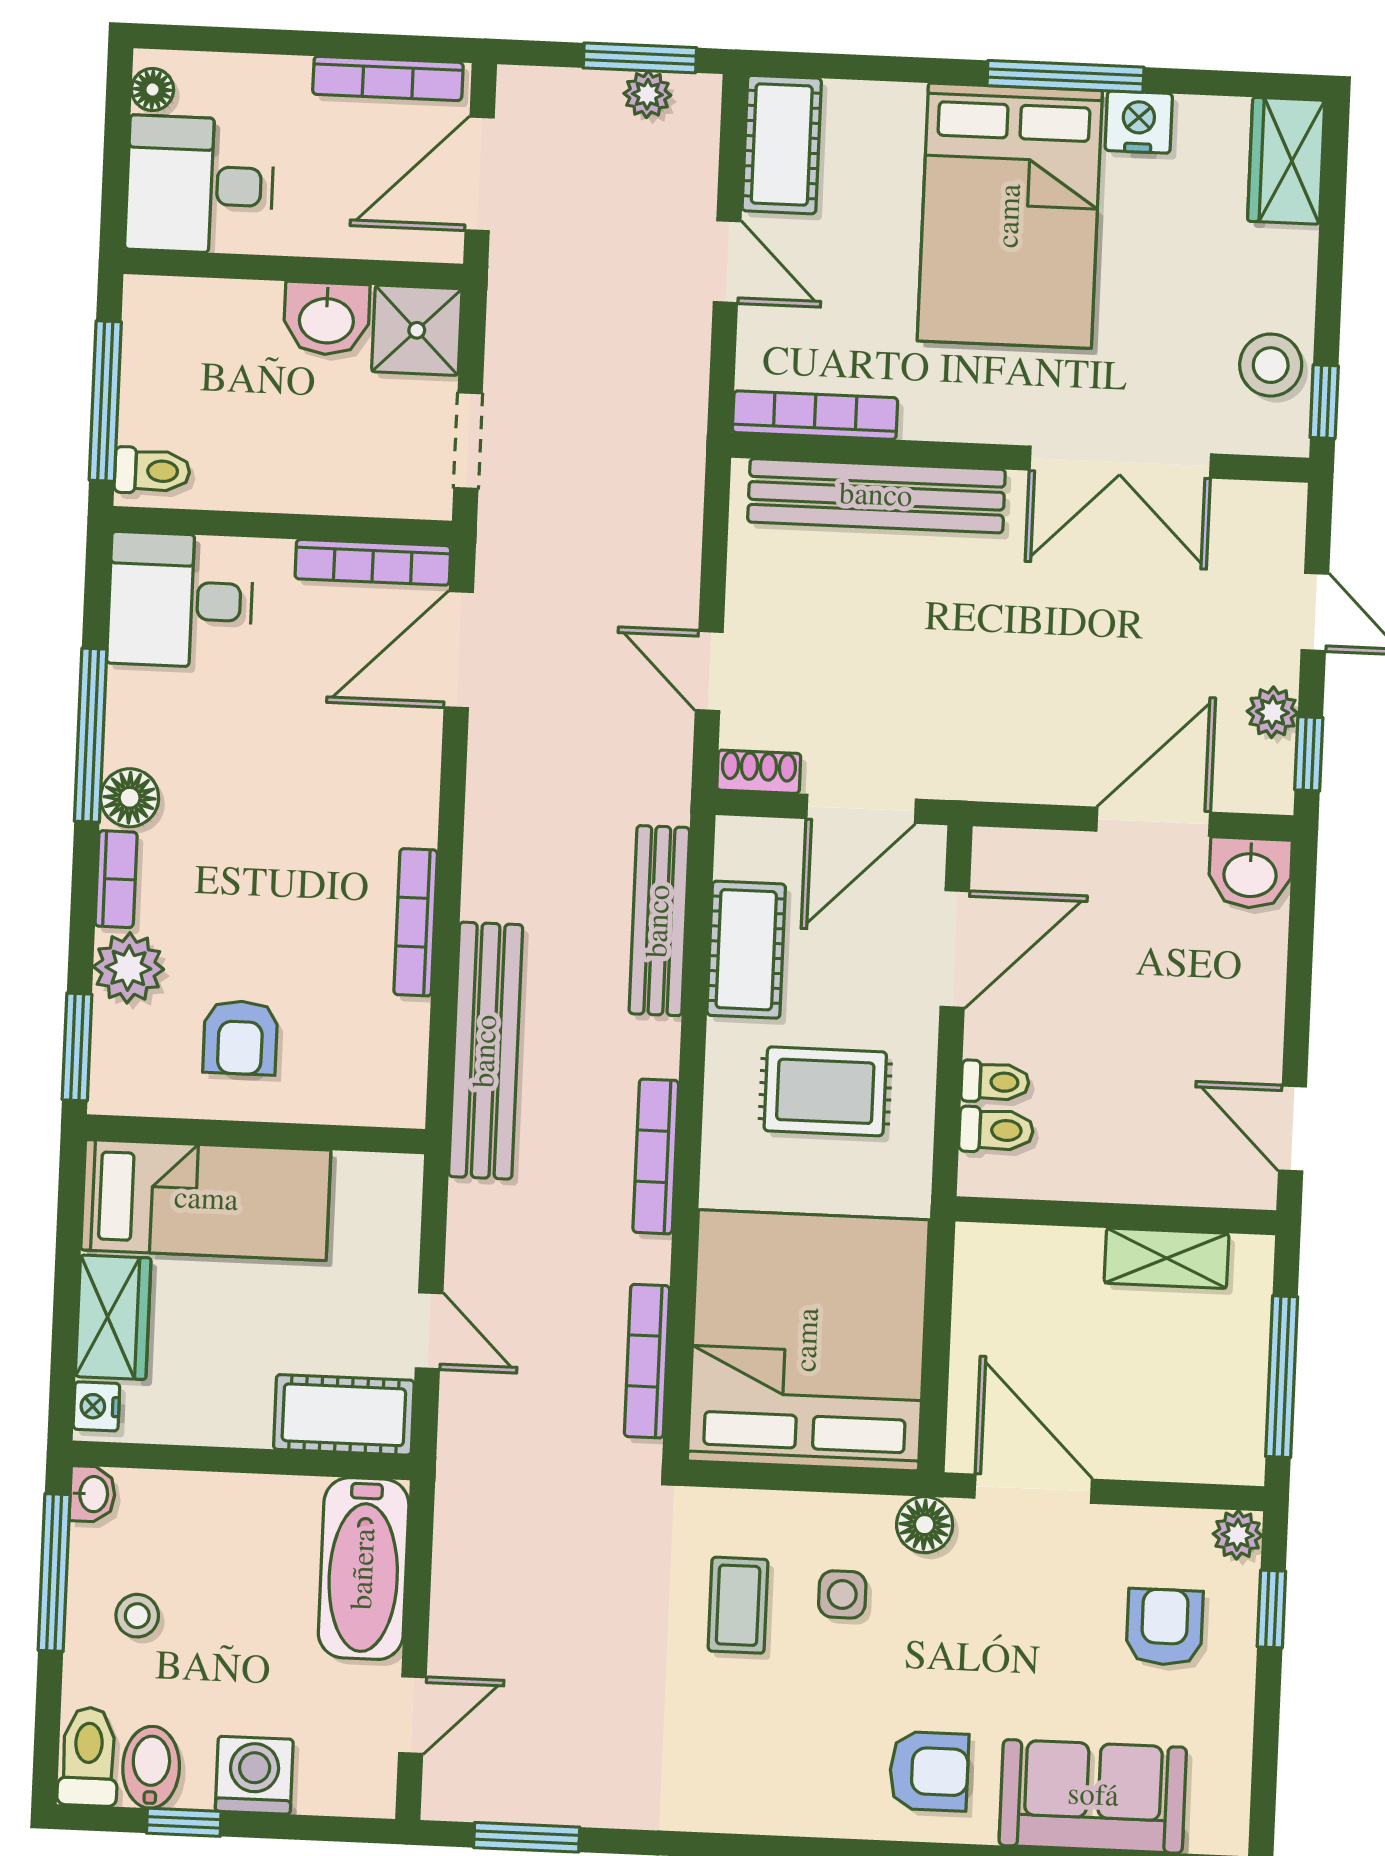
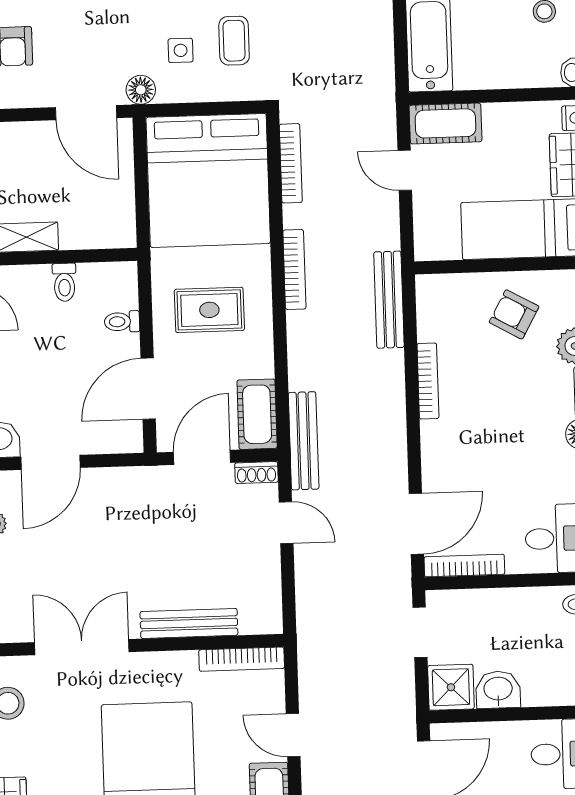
bench: (876, 496) -> (189, 623), width x0.73, depth x0.82
bench: (659, 921) -> (304, 441), moved
cot: (746, 950) -> (257, 414), moved
armchair: (240, 1038) -> (514, 314), turned -61
bench: (486, 1051) -> (389, 300), width x0.73, depth x0.82
toilet: (996, 1130) -> (64, 282), moved, turned -90

